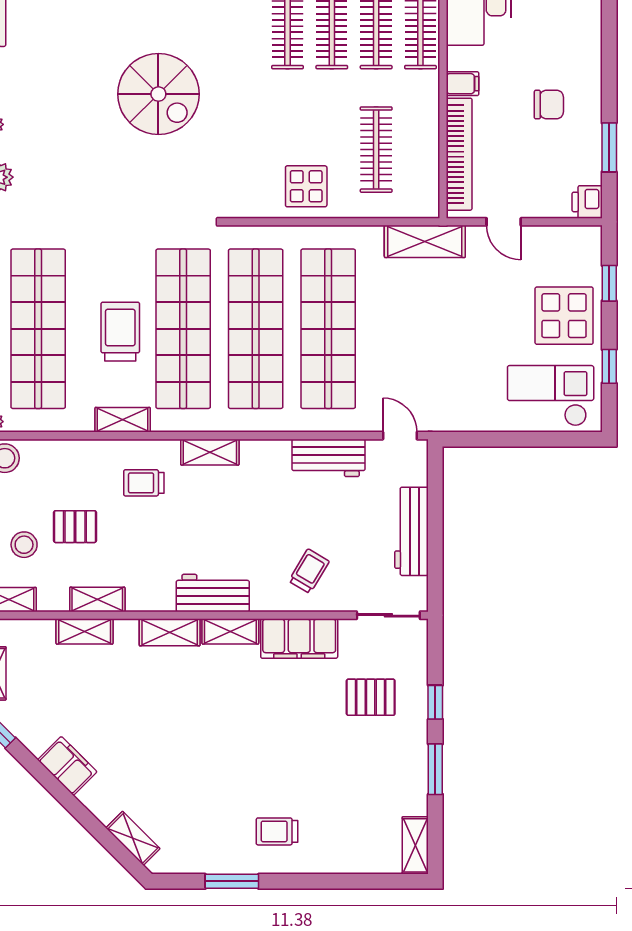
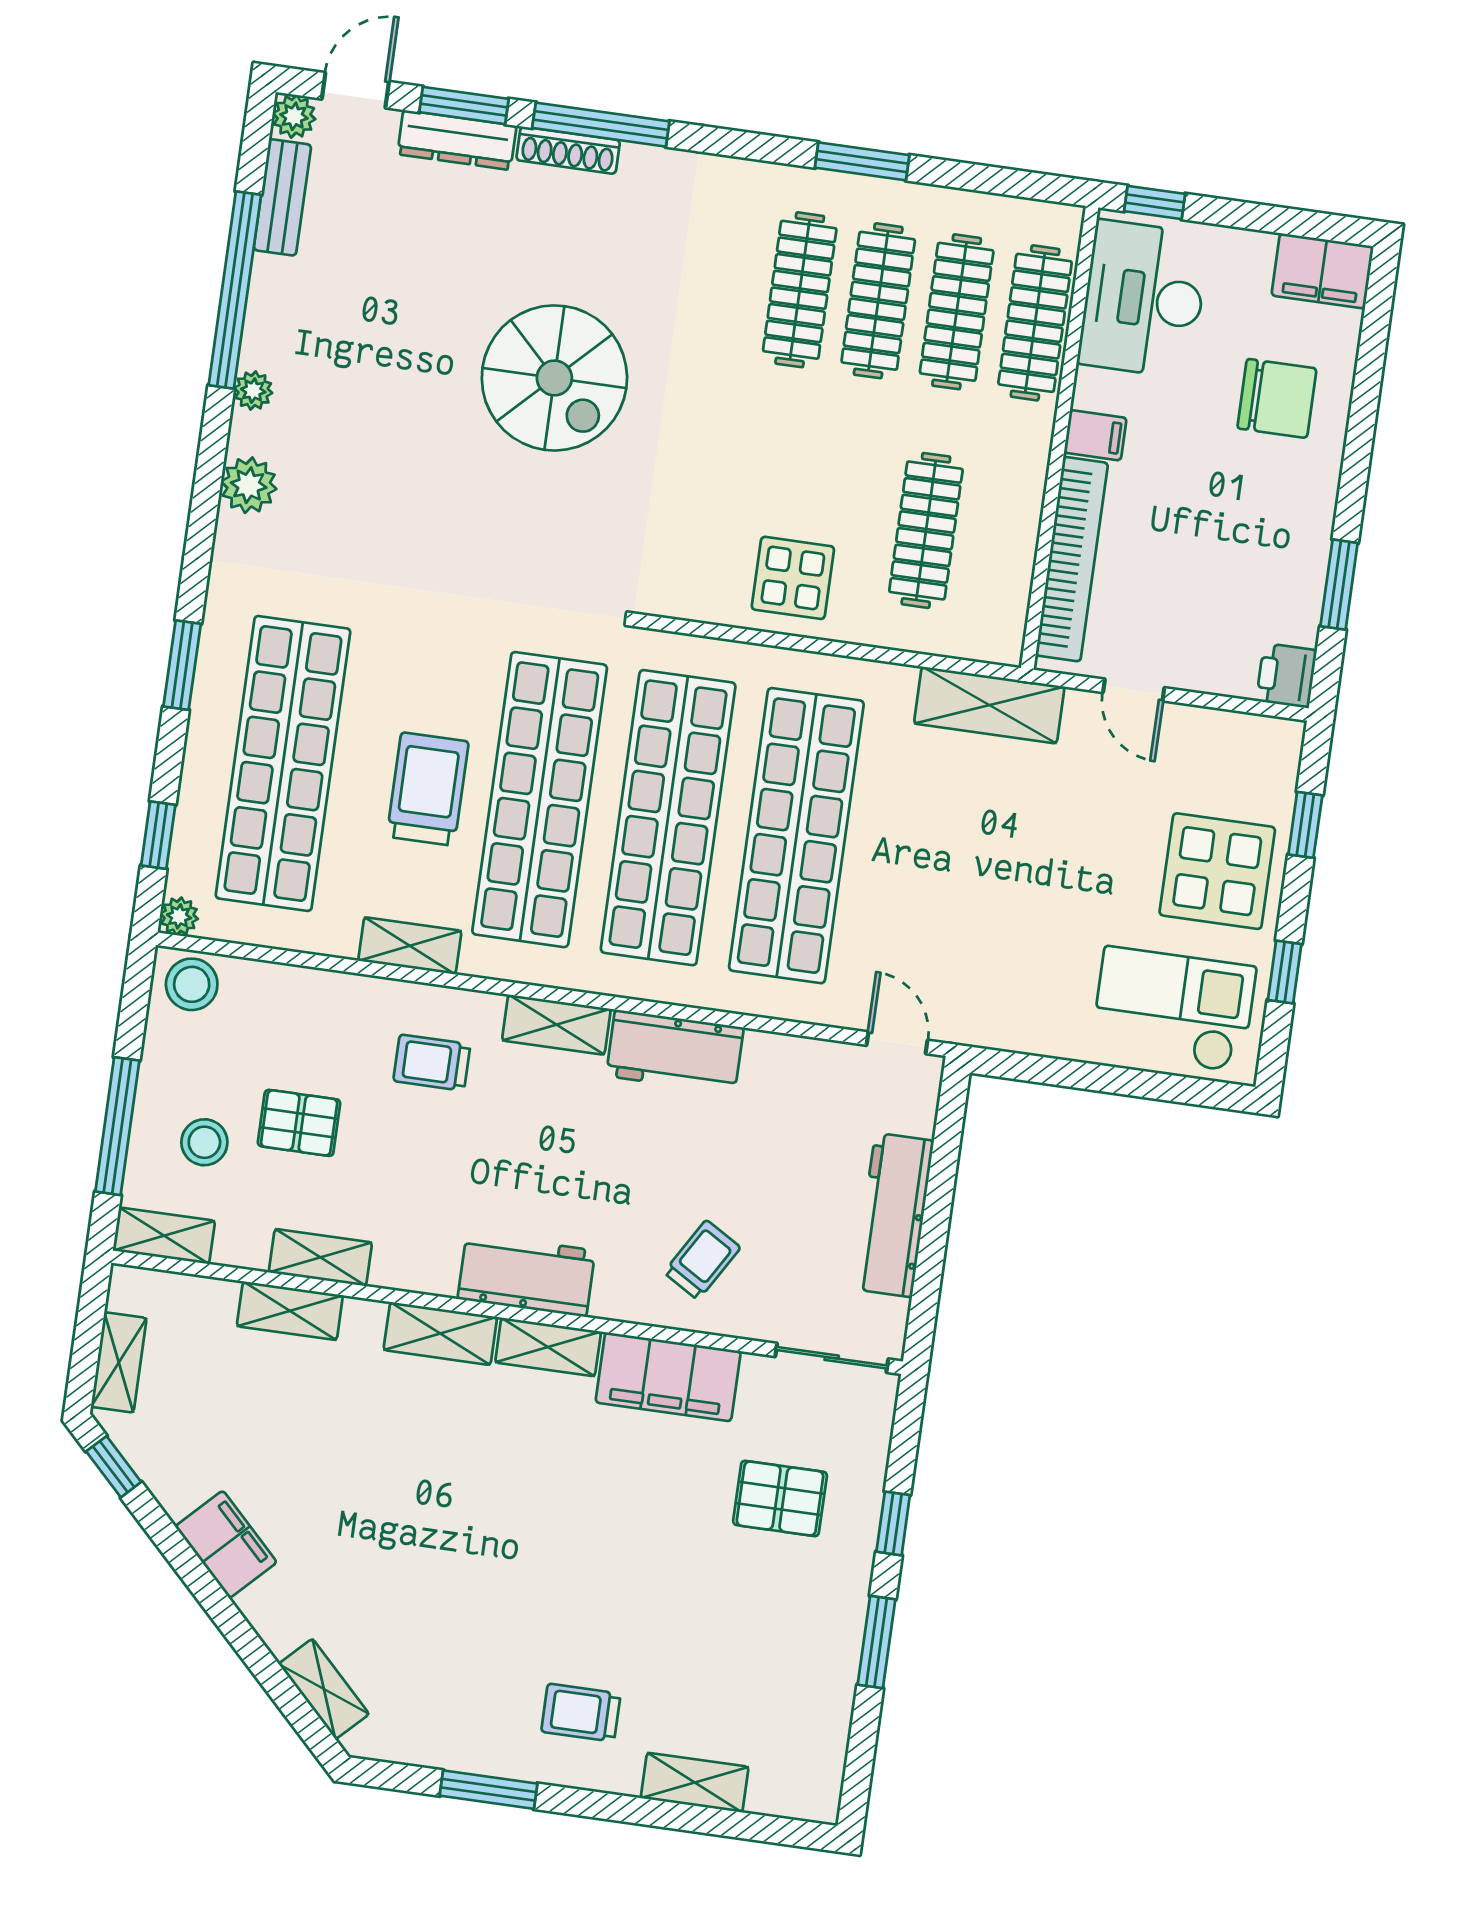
chair: (549, 105) -> (1277, 398), moved, width x1.37, depth x1.37
workbench: (329, 458) -> (675, 1052), moved
shelving: (415, 845) -> (695, 1782), moved, turned 90

